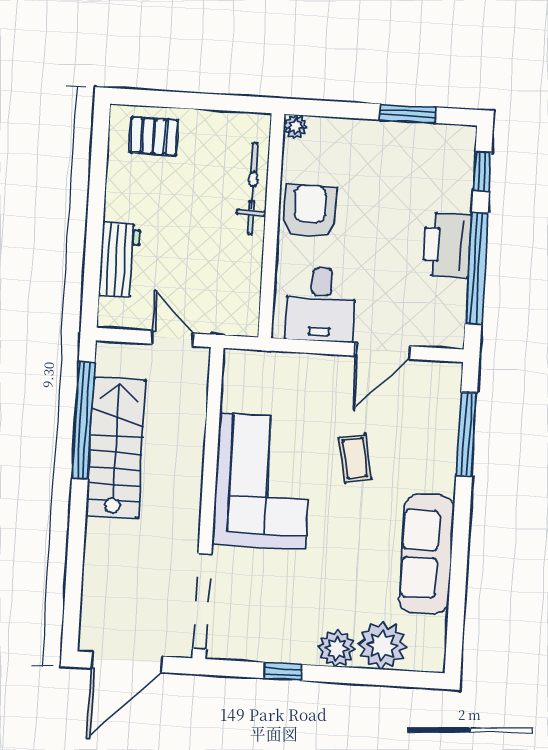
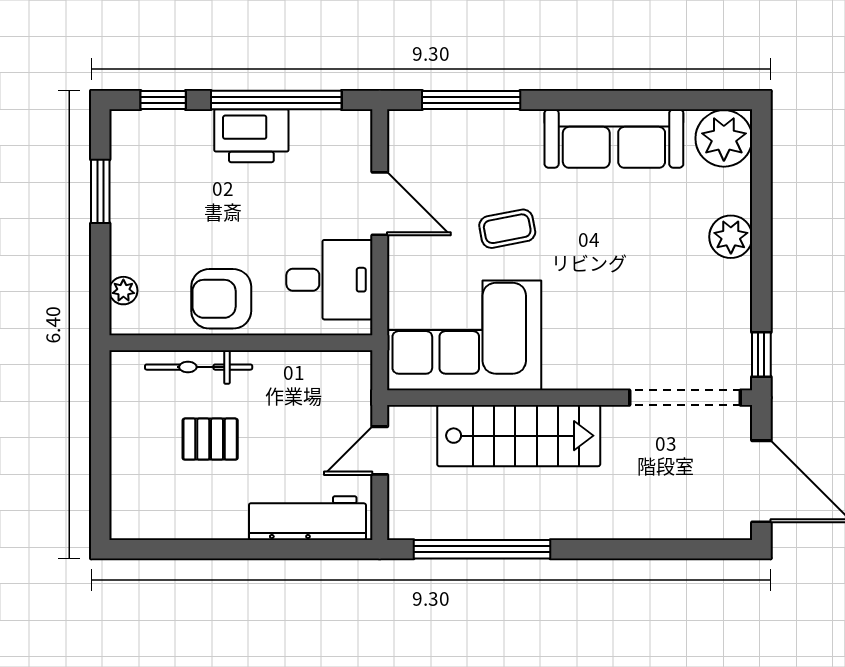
plant: (295, 127) -> (123, 291), moved
pallet: (154, 136) -> (210, 439), moved, turned 90
workbench: (119, 260) -> (307, 518), width x1.38
stairs: (116, 447) -> (519, 436), moved, turned 180
corner sofa: (262, 481) -> (464, 335), moved
plant: (382, 645) -> (724, 138), moved
window: (283, 672) -> (761, 354), moved

